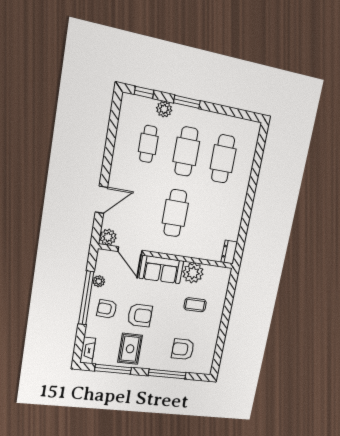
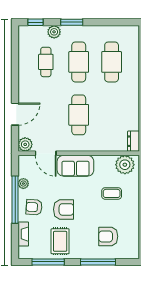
plant: (193, 273) -> (125, 165), moved
fireplace: (88, 350) -> (23, 234), moved

